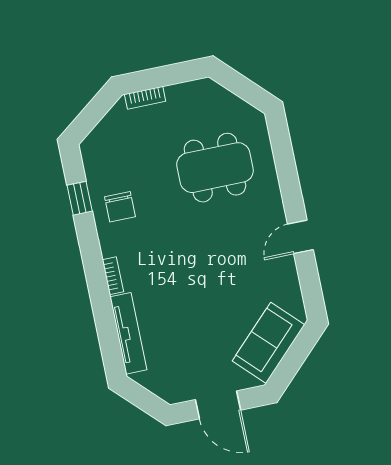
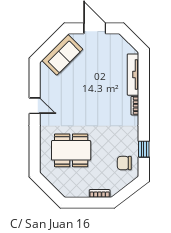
chair: (120, 207) -> (124, 163), moved, turned -90
door: (300, 237) -> (35, 106), hinge flipped

